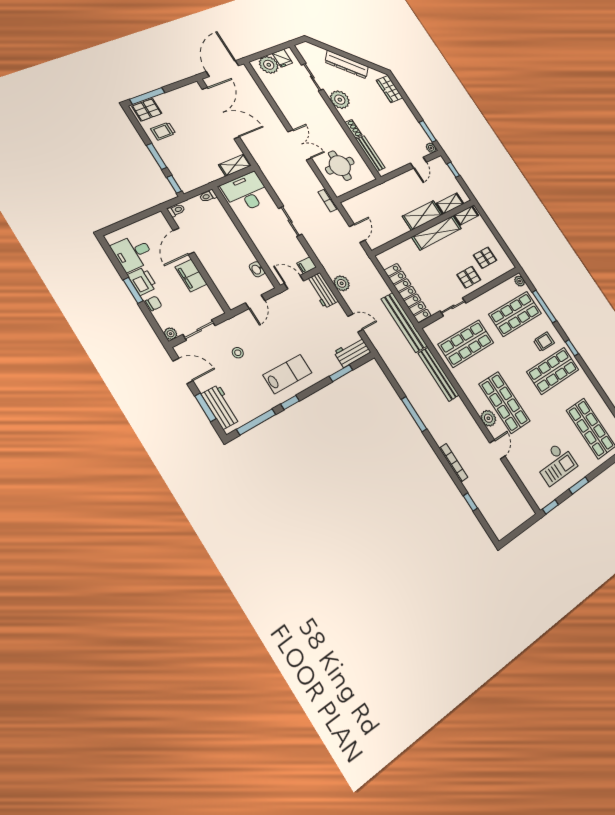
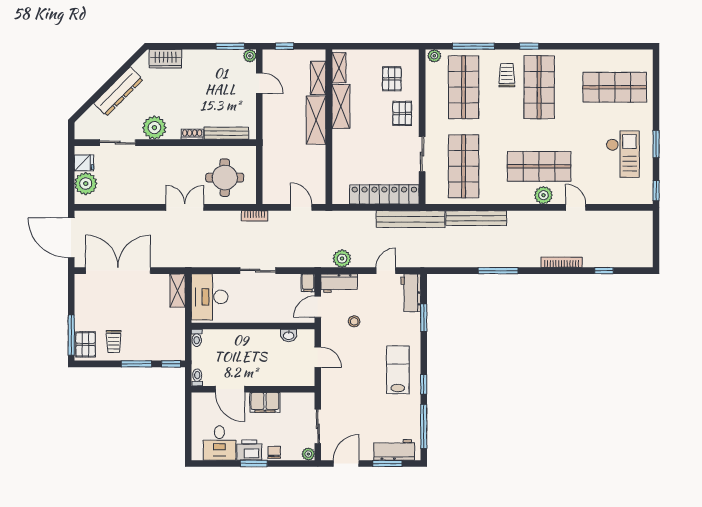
shelving: (437, 233) -> (341, 106), width x0.68
stool: (238, 353) -> (354, 321), moved

